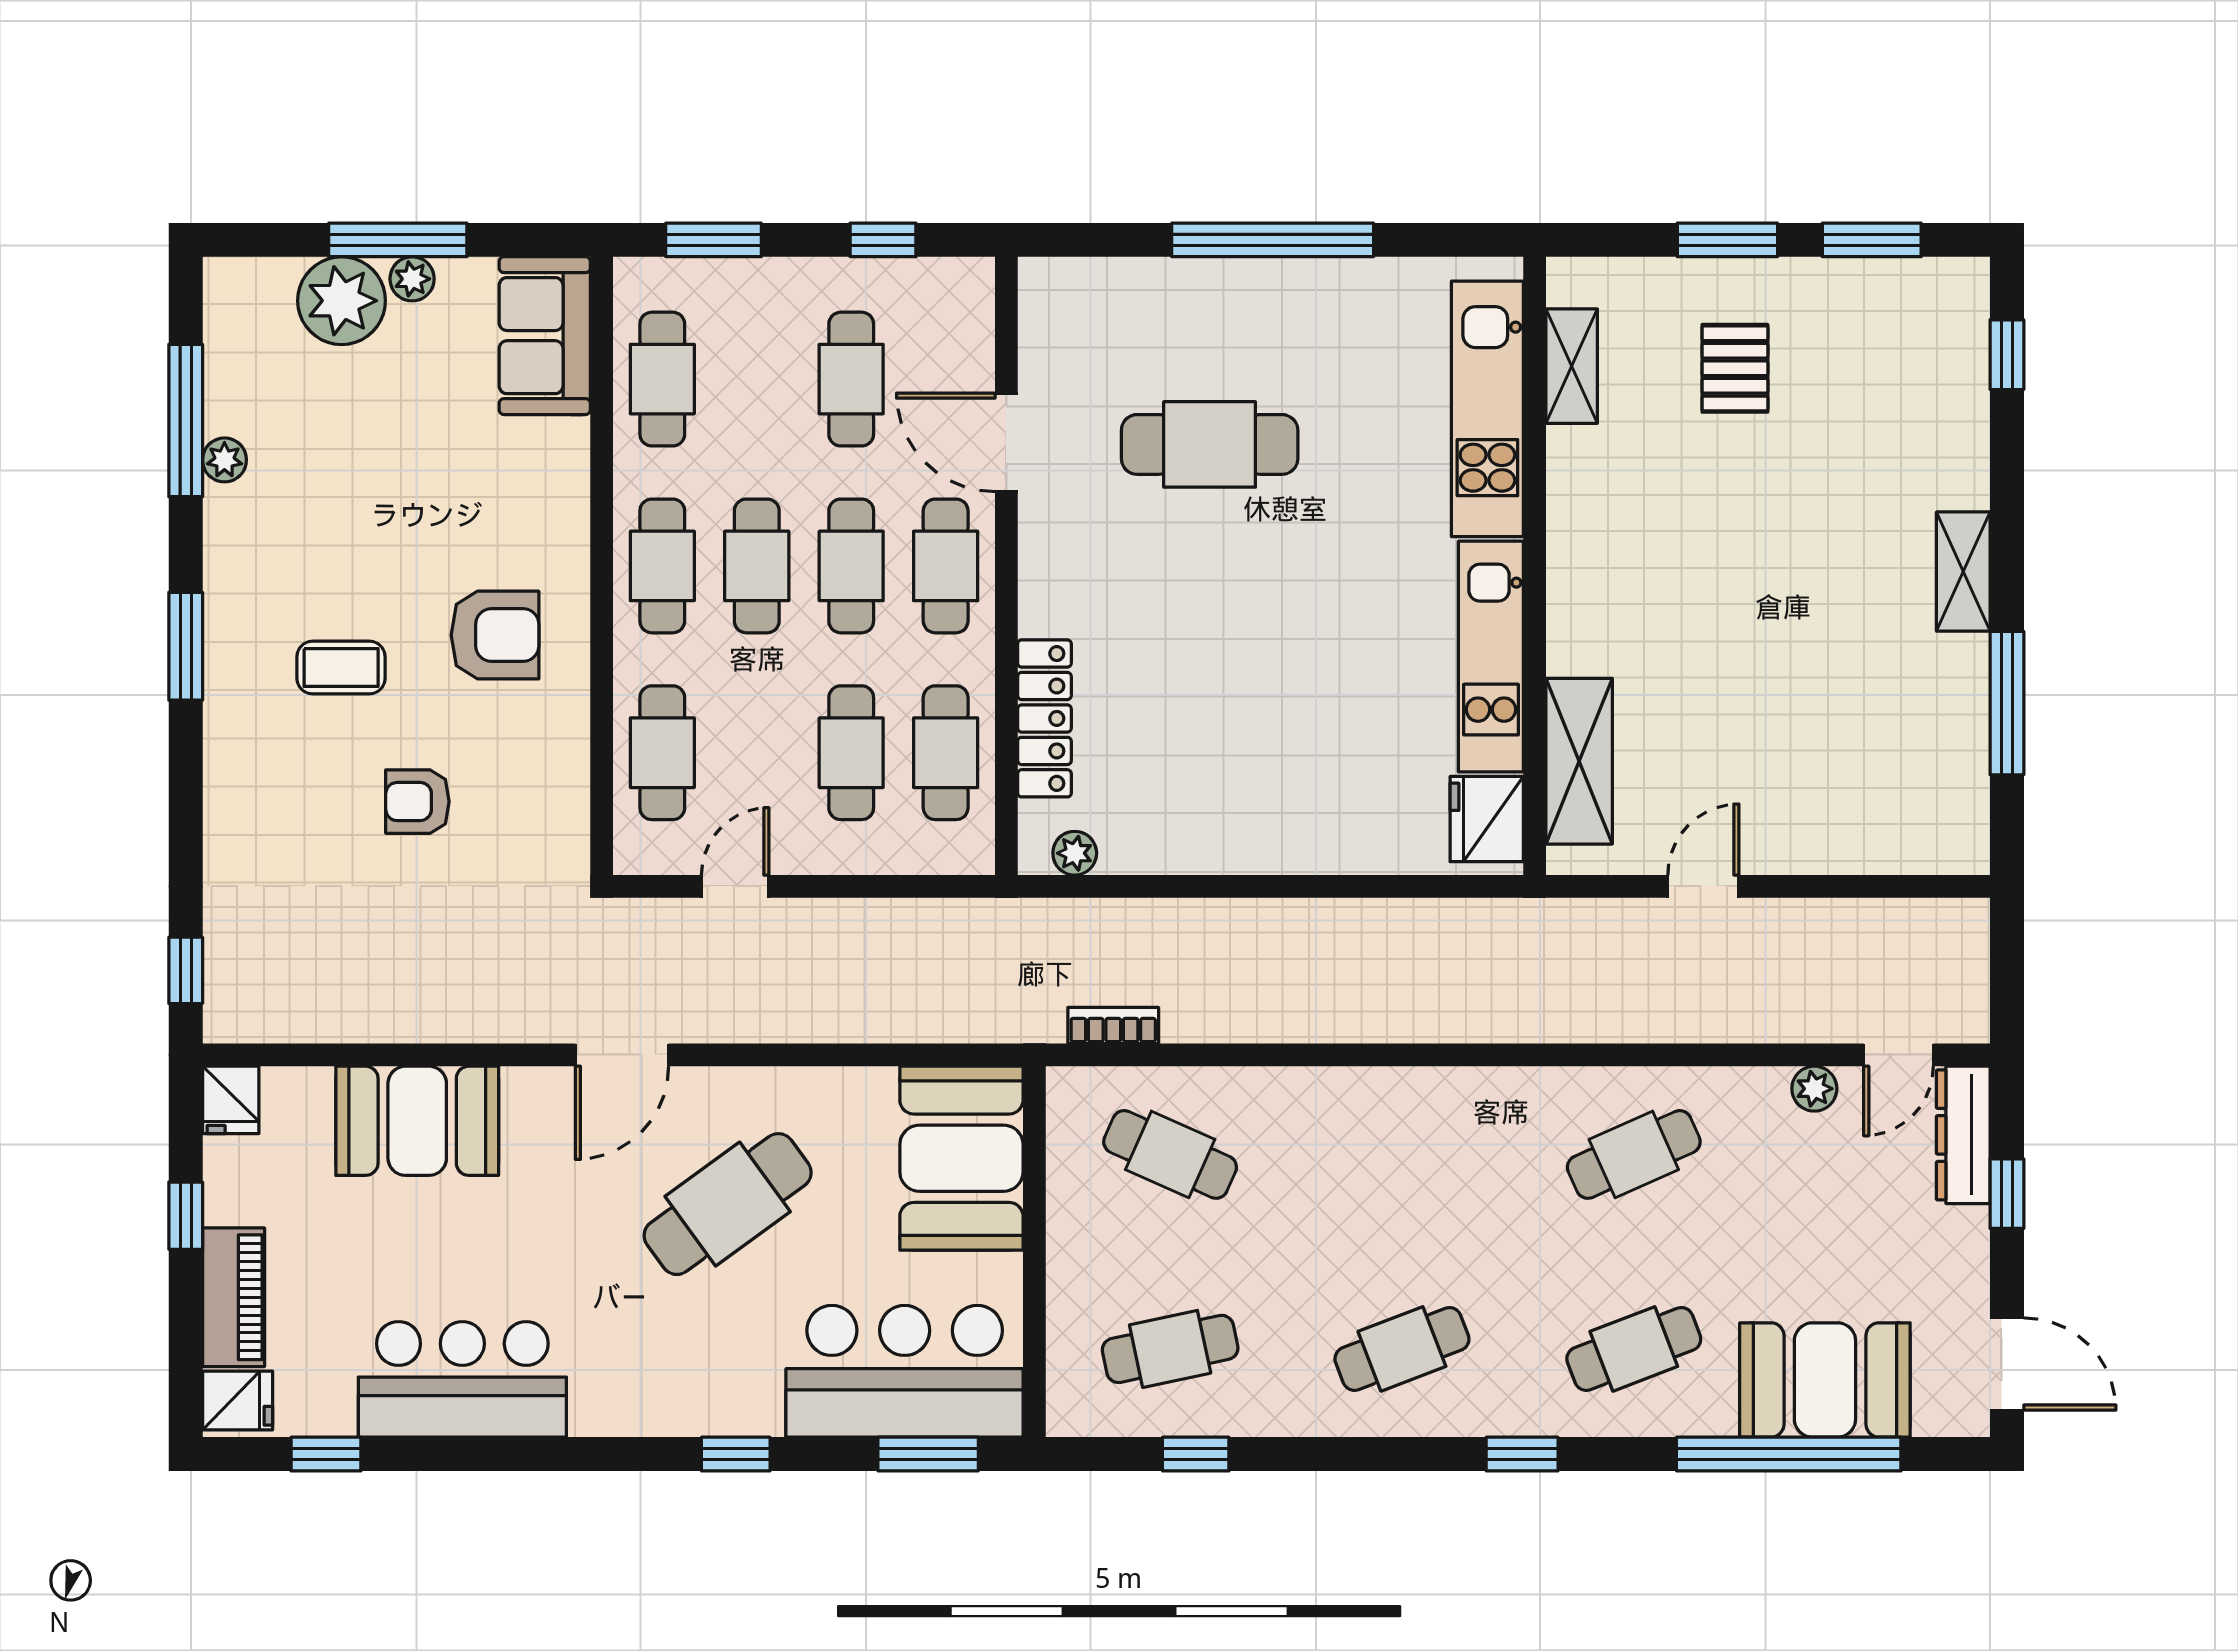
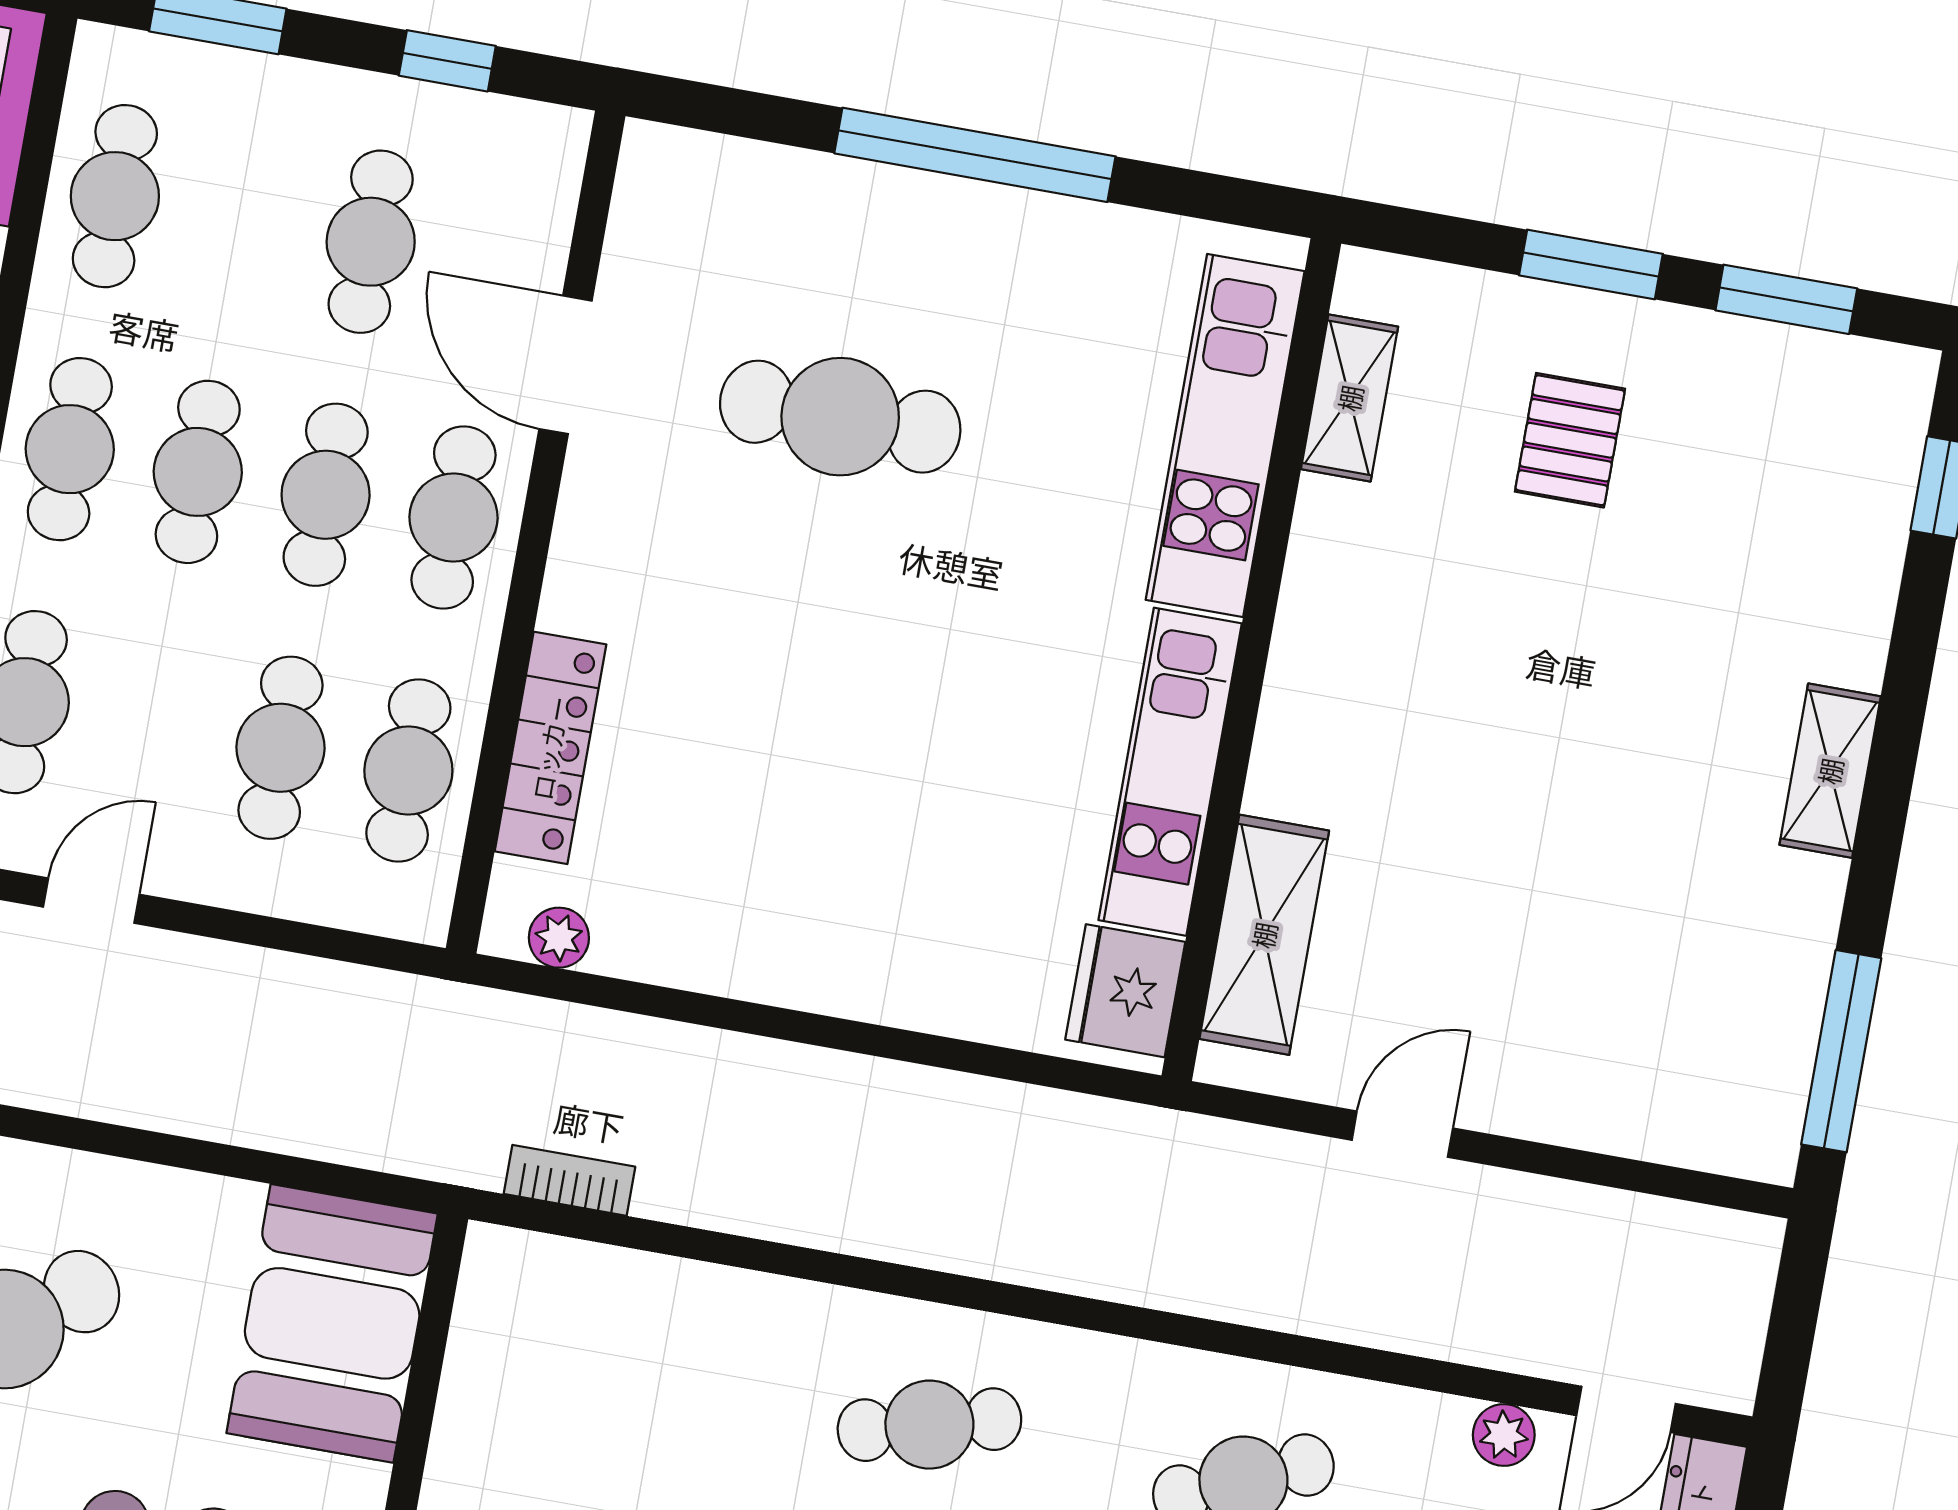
window: (2007, 703) -> (1841, 1051), moved
cafe table: (1170, 1154) -> (929, 1425), moved, turned -39

